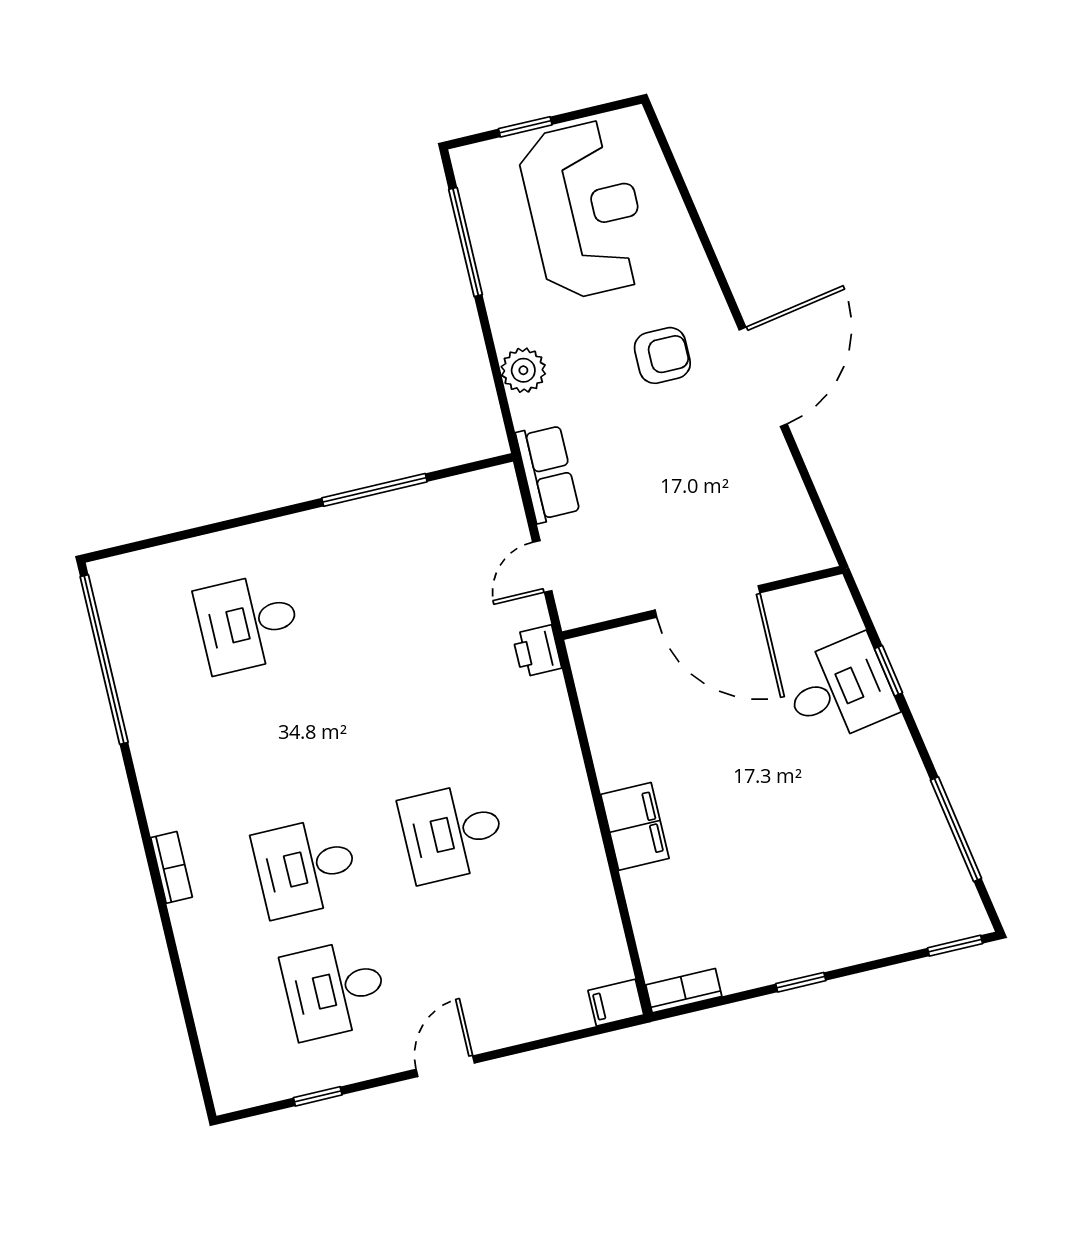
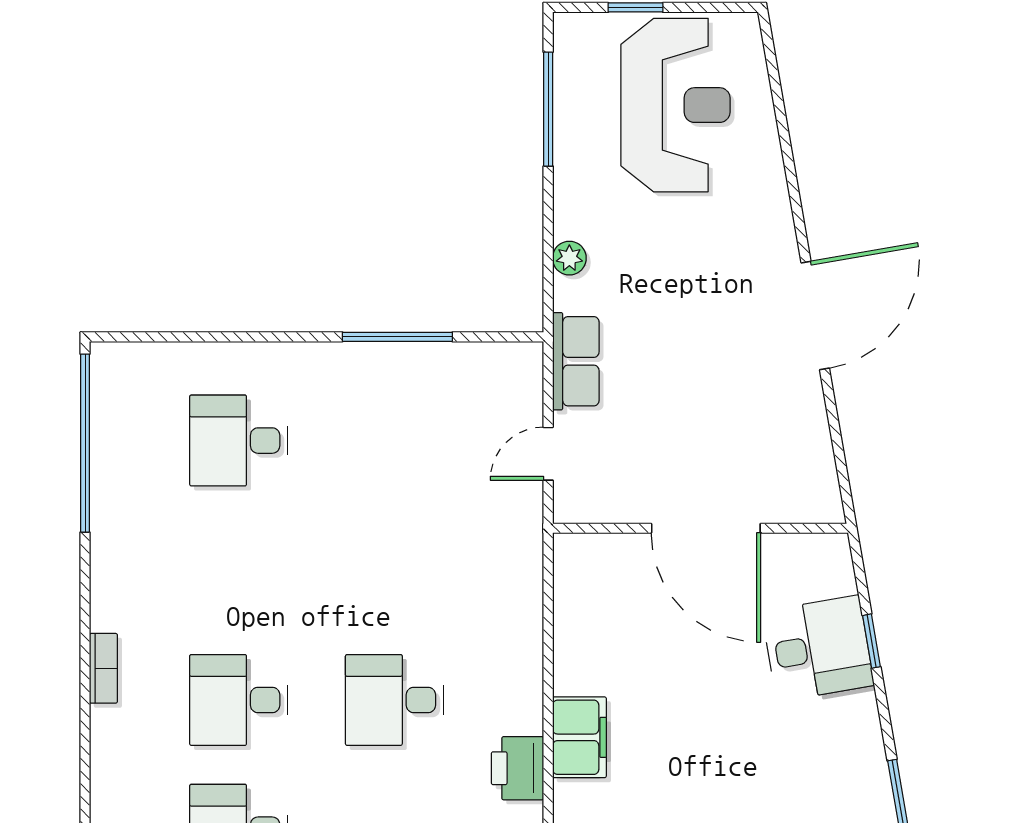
armchair: (662, 355) -> (719, 270), removed
plant: (523, 370) -> (569, 258), width x0.73, depth x0.73
printer: (537, 651) -> (518, 768), moved, width x1.36, depth x1.24

